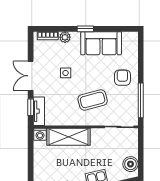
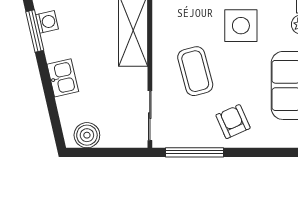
side table: (66, 73) -> (241, 26), width x1.87, depth x1.87
armchair: (122, 78) -> (233, 122), turned -114

